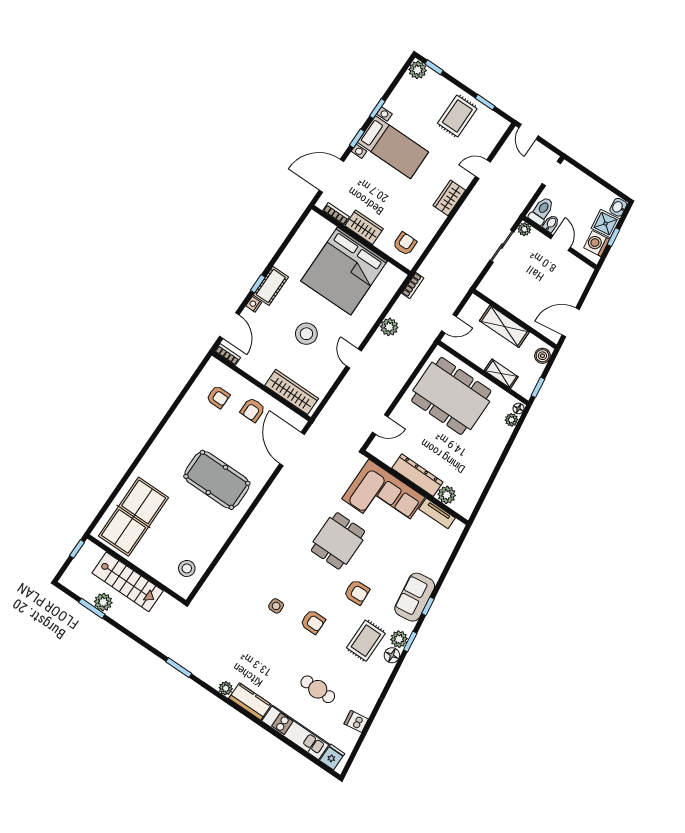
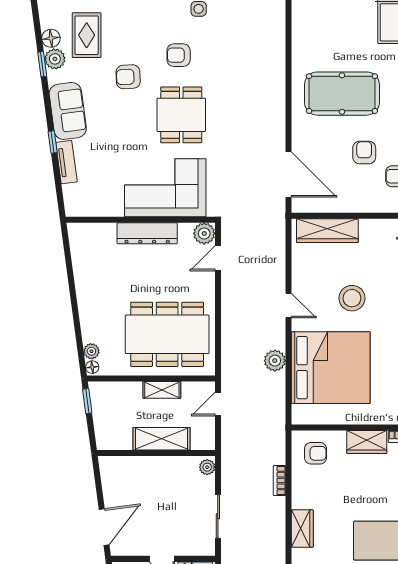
plant: (524, 229) -> (207, 467), moved
armchair: (405, 244) -> (315, 453), turned -90
bed: (344, 271) -> (331, 368), moved, turned 90
bookcase: (413, 286) -> (280, 480), moved
door: (571, 322) -> (104, 527), moved
boiler: (542, 356) -> (104, 435), removed
shelving: (501, 374) -> (162, 390), moved
armchair: (253, 410) -> (364, 153), moved
plant: (447, 495) -> (204, 233), moved
tv unit: (437, 513) -> (66, 162), moved, turned 82
window: (428, 606) -> (53, 142), moved
armchair: (313, 622) -> (179, 55), moved

